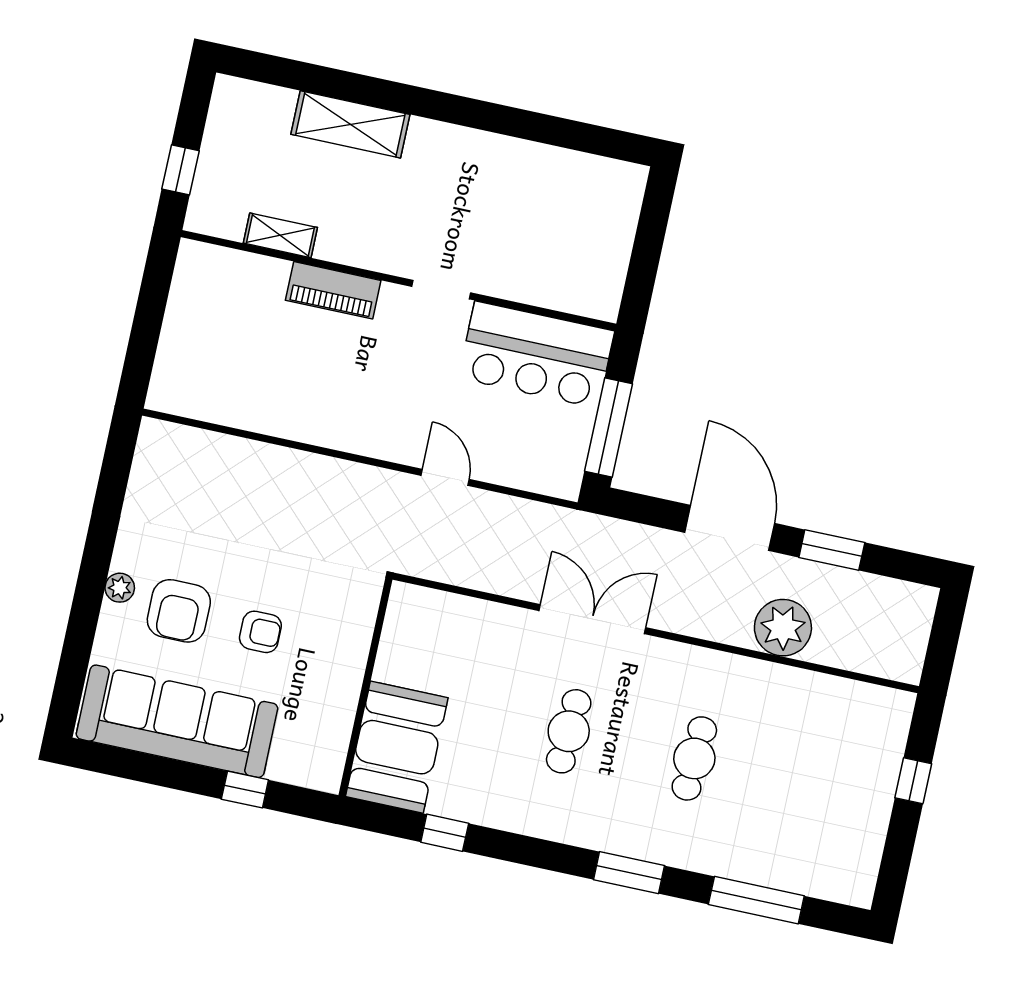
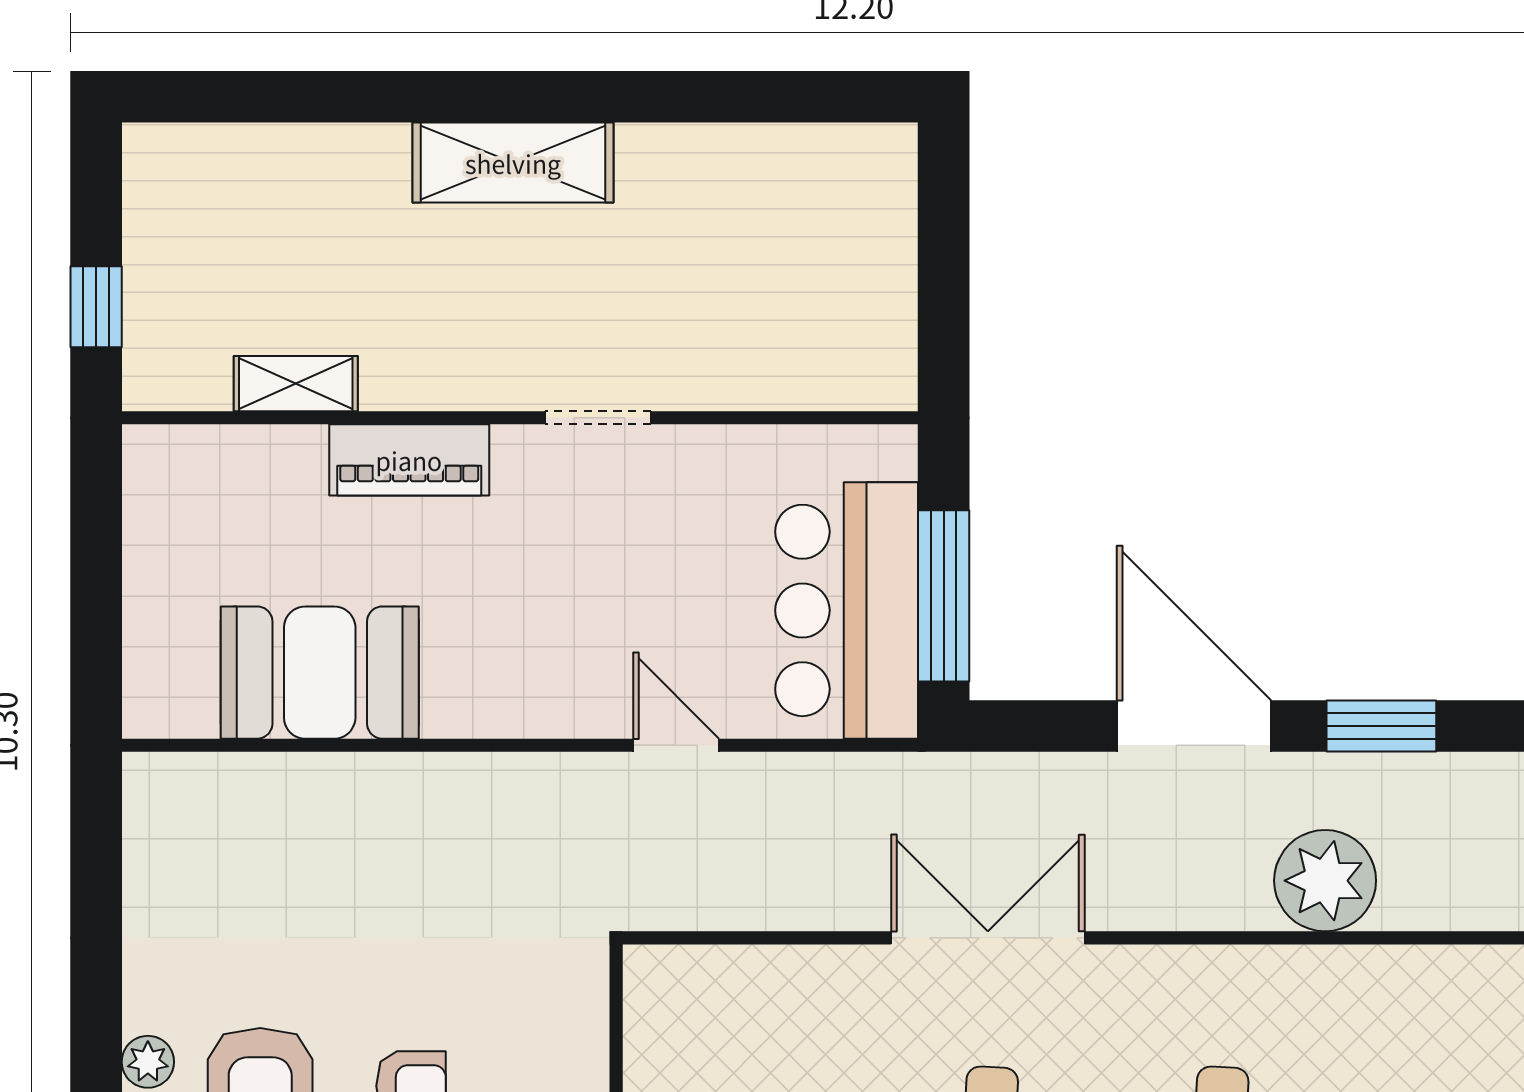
shelving: (350, 124) -> (513, 163), moved
bar counter: (536, 355) -> (847, 610), moved, turned 90
booth: (259, 396) -> (320, 673), added

